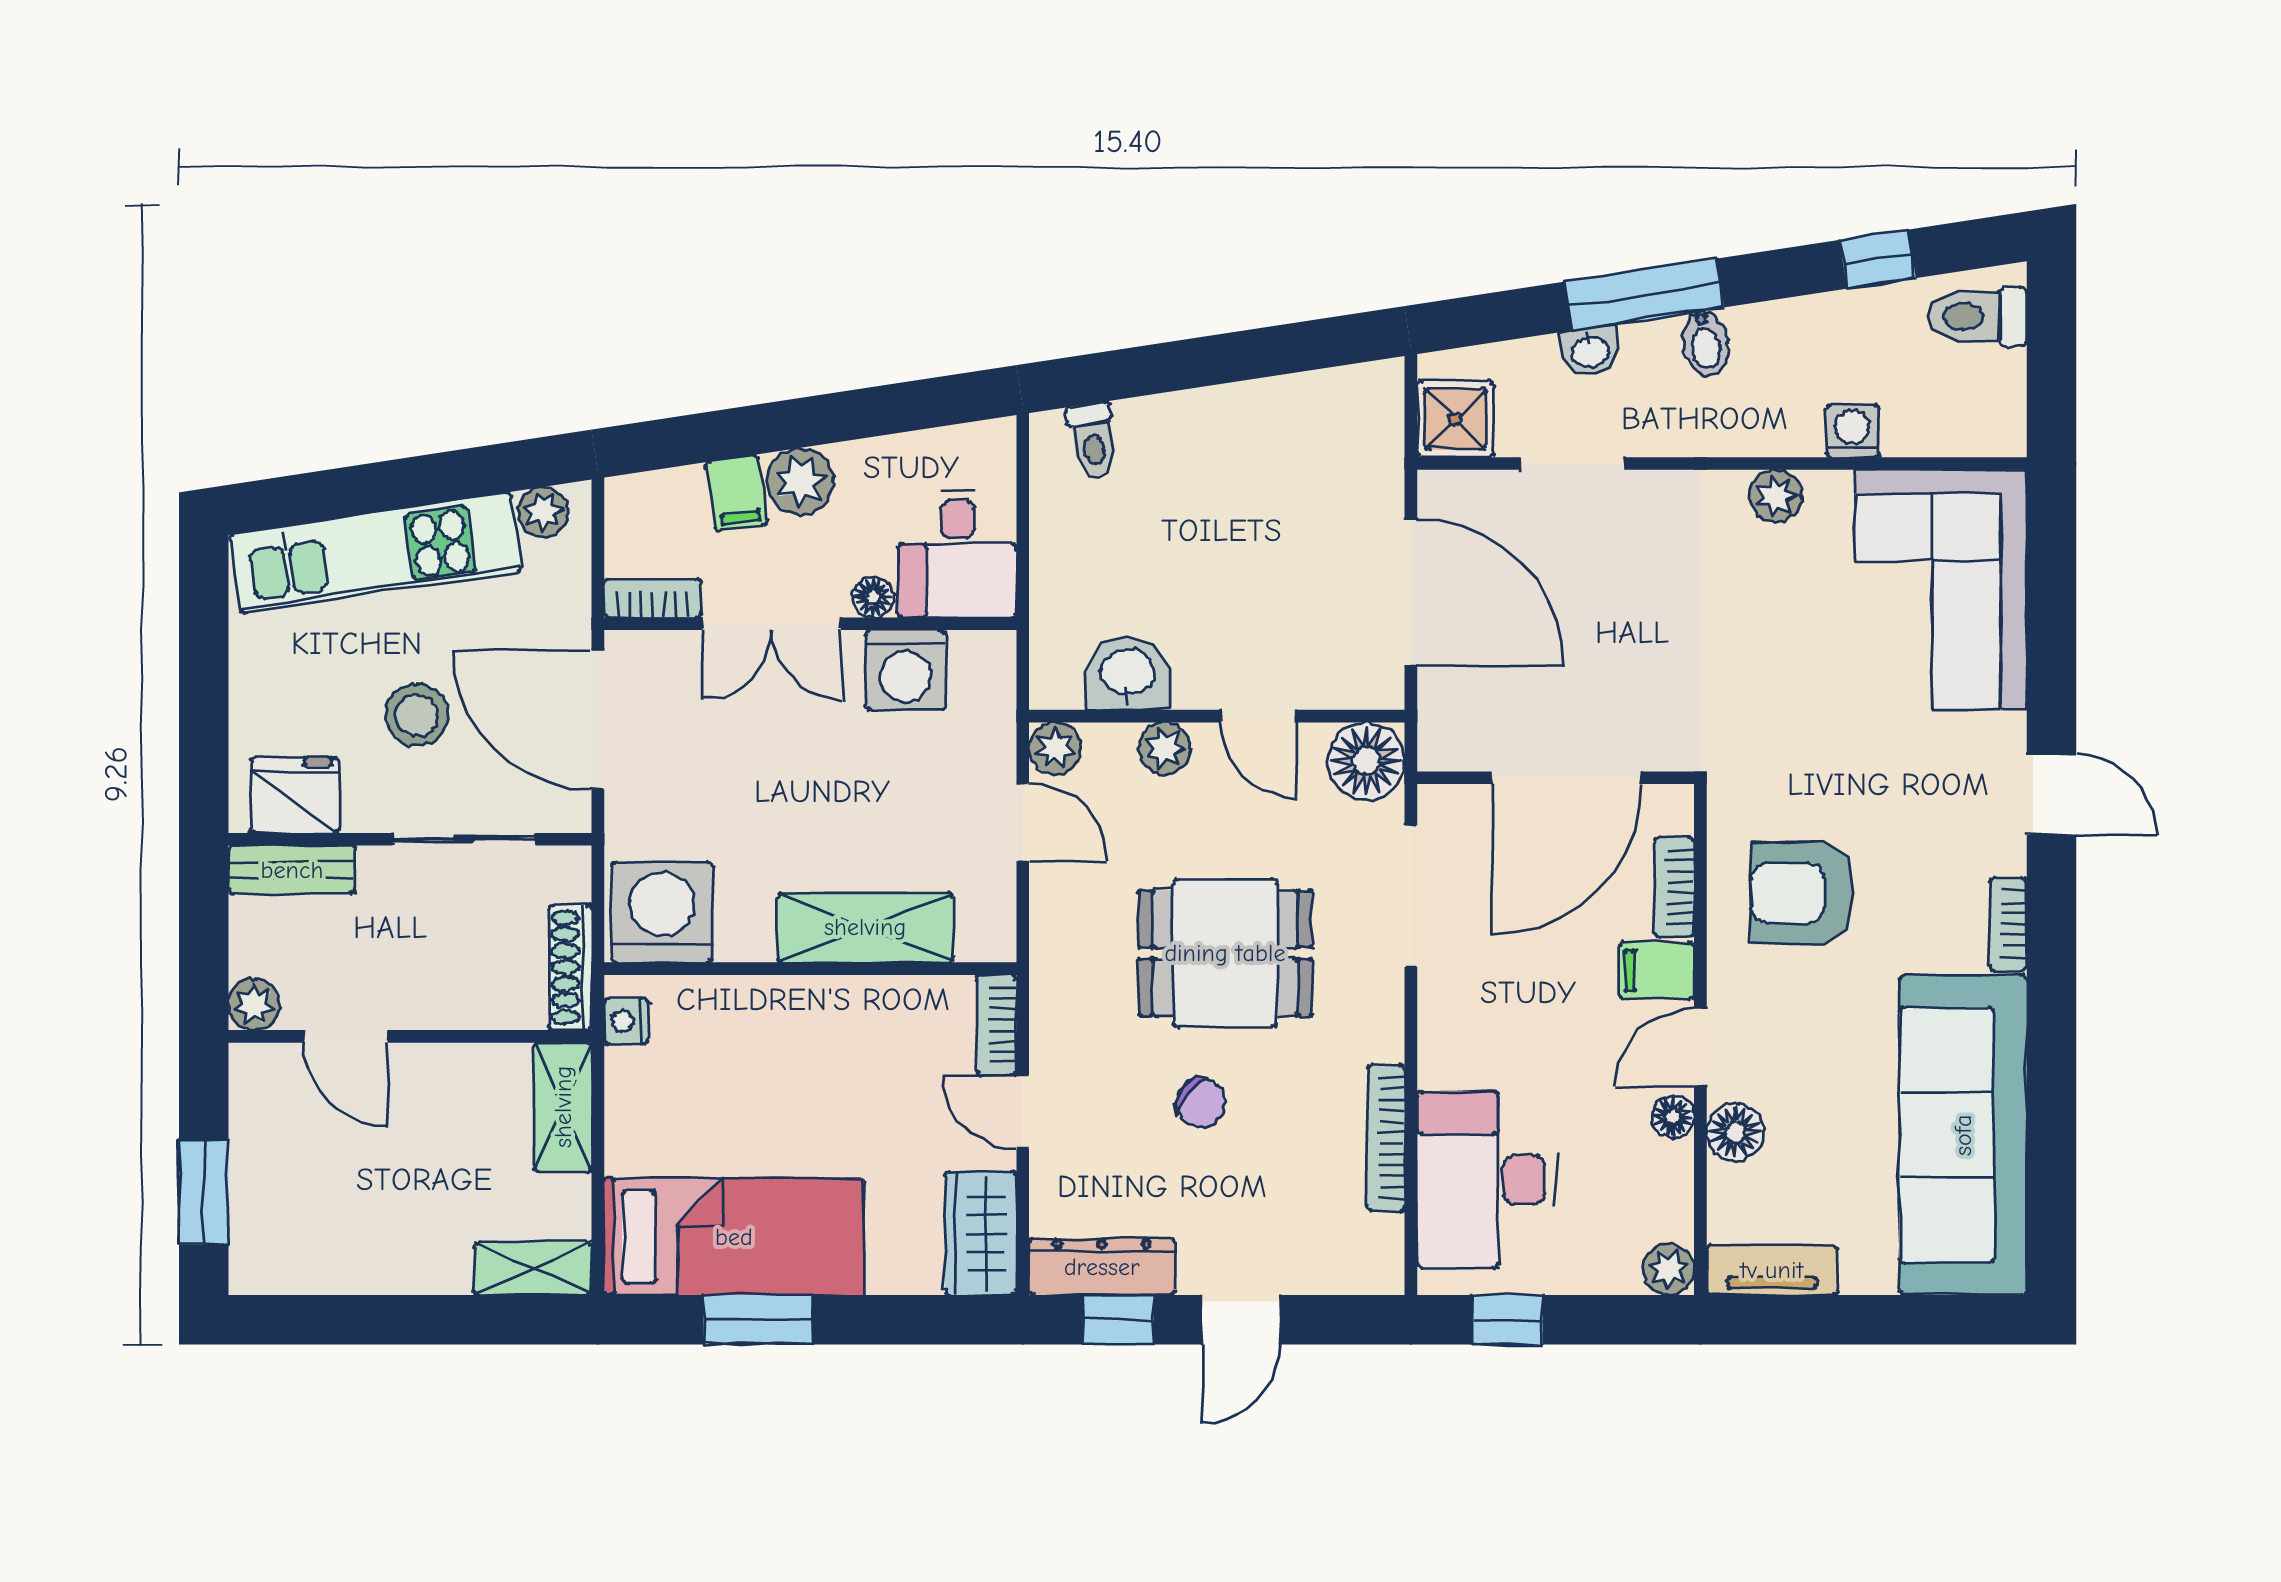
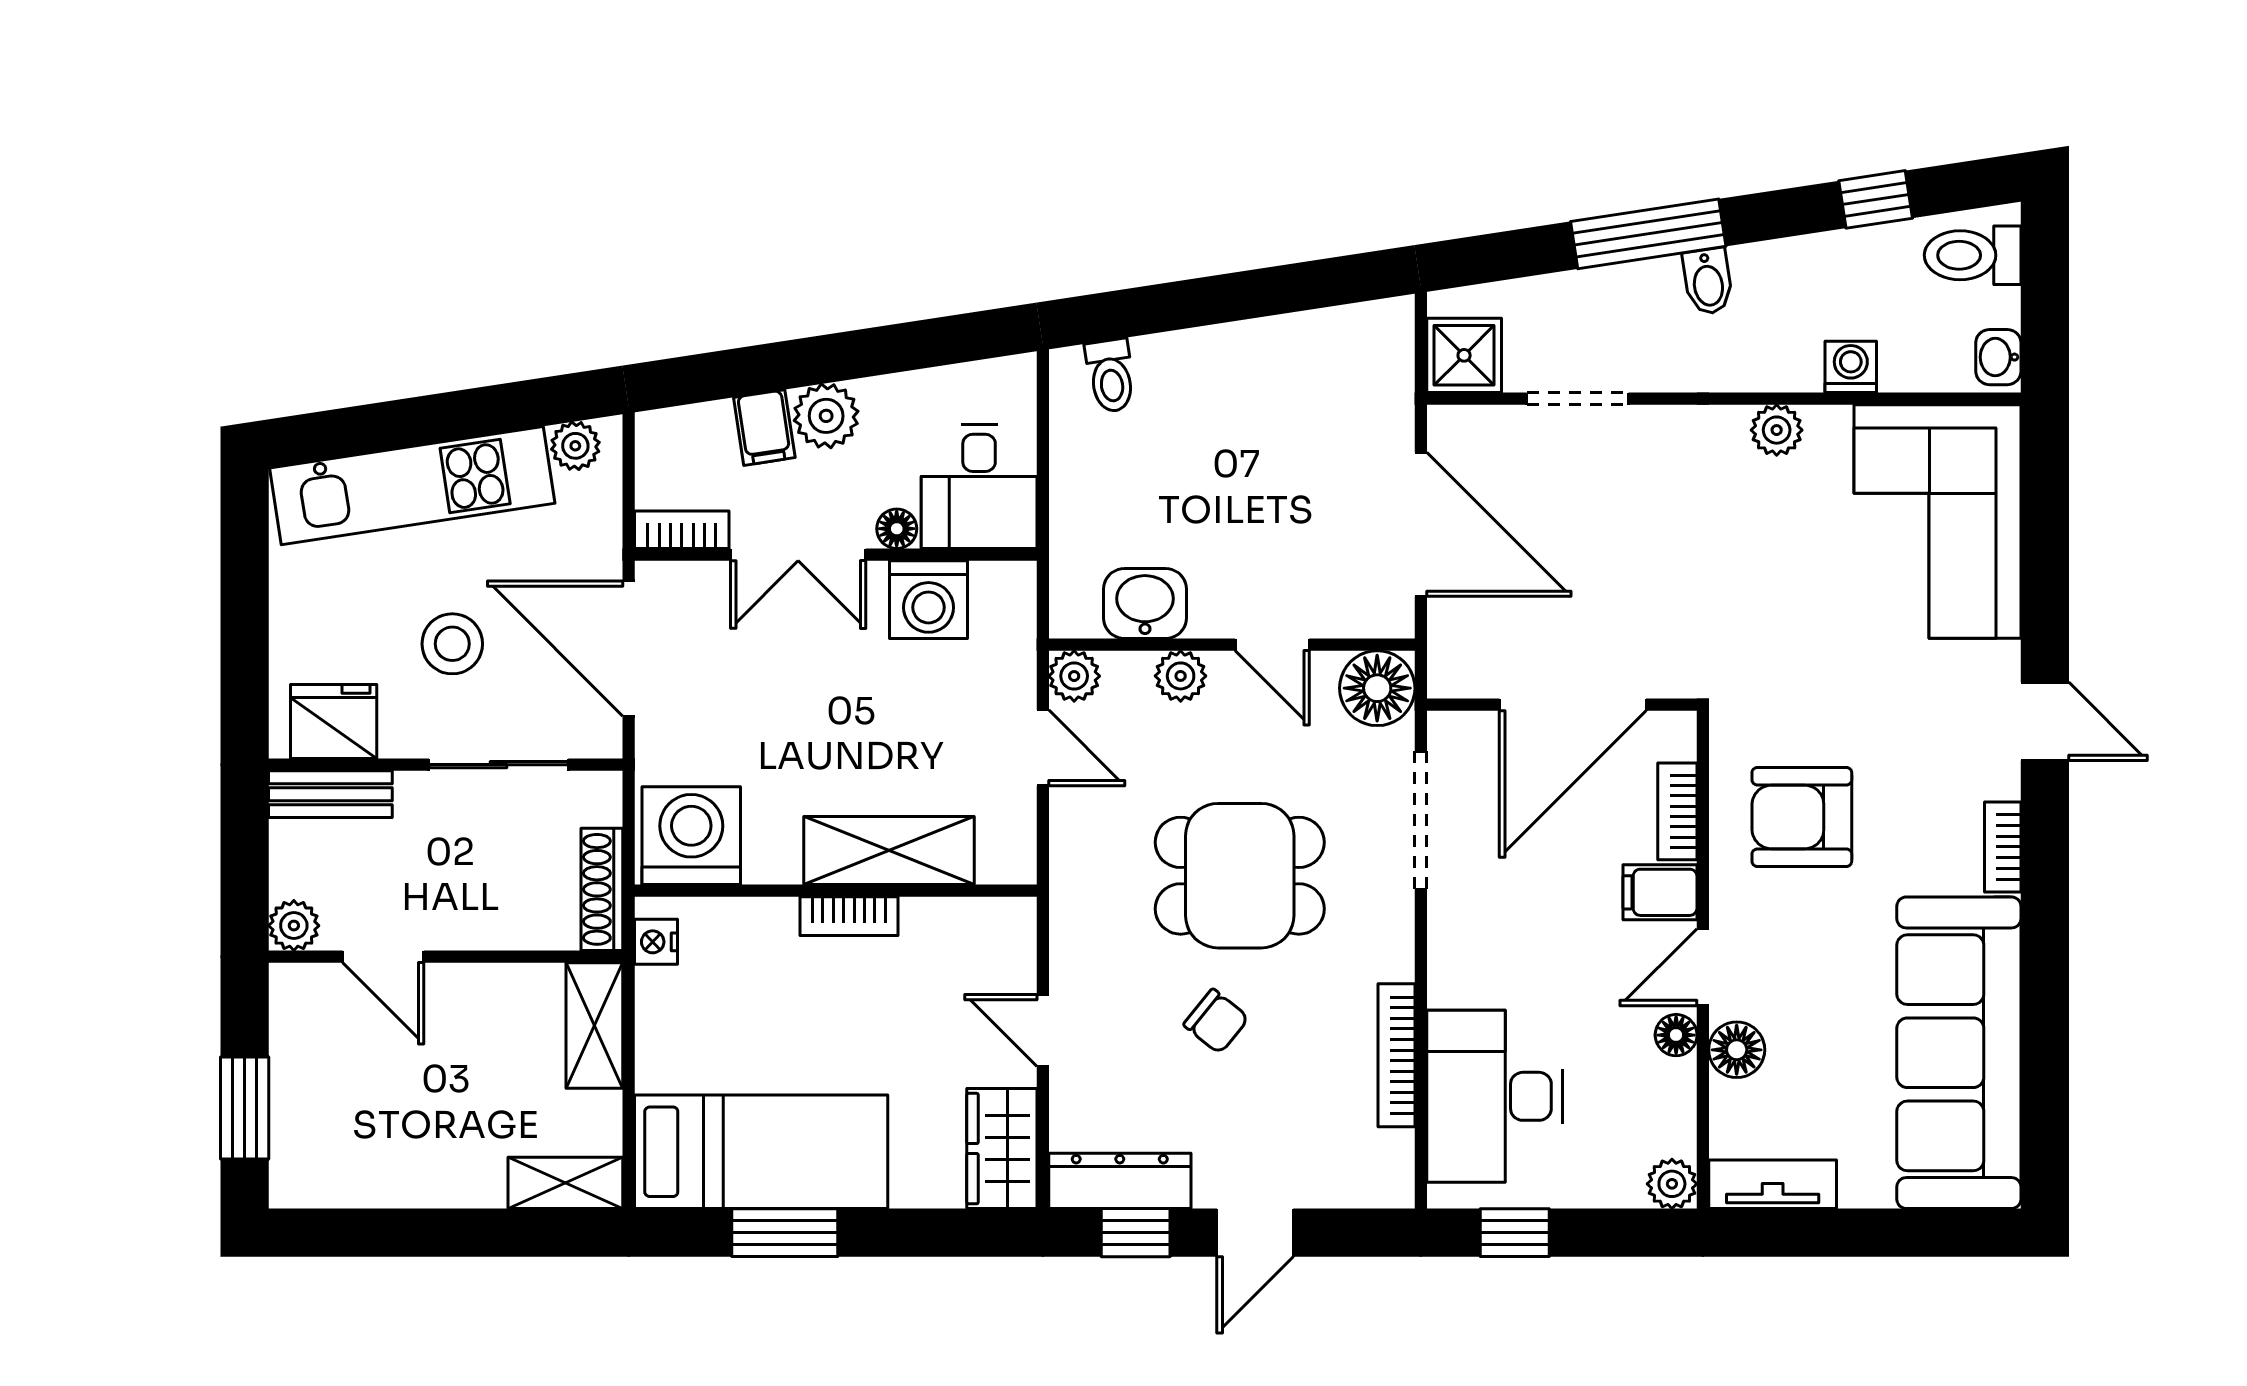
washbasin: (1590, 351) -> (1998, 357), moved, turned 99
bookcase: (997, 1025) -> (849, 916), moved, turned -90

